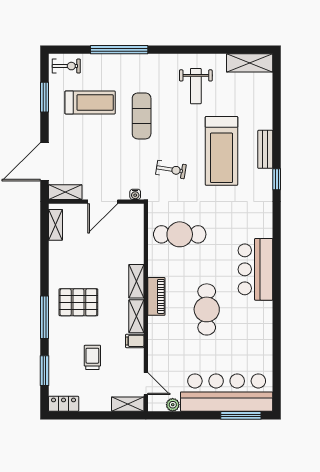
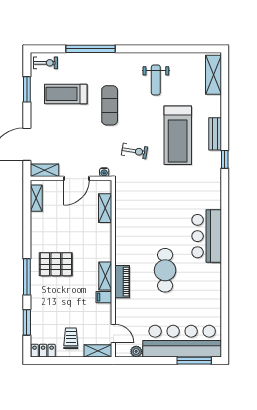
shelving: (250, 63) -> (213, 75), moved, turned 90
treadmill: (90, 102) -> (66, 94), turned 180
cafe table: (180, 234) -> (142, 206), removed
shelving: (136, 281) -> (105, 208), moved
piano: (156, 296) -> (122, 282), moved
trolley: (92, 357) -> (71, 338), moved

